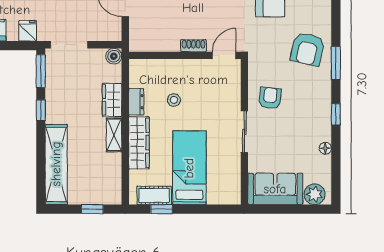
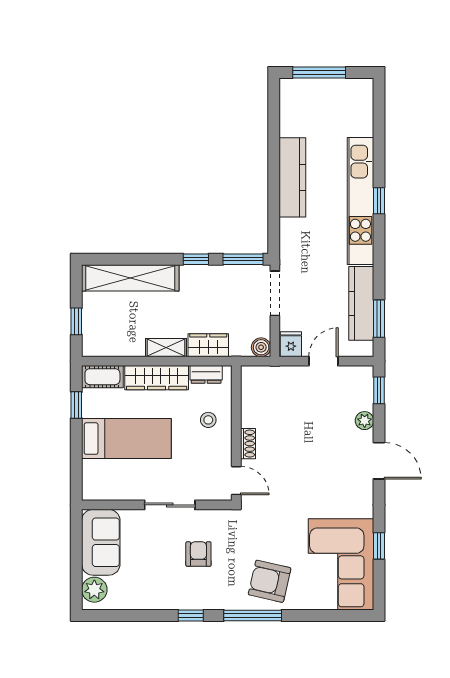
fridge: (28, 31) -> (291, 344), moved, turned -90
shoe rack: (194, 46) -> (248, 444), moved
wall: (185, 55) -> (236, 433), moved
door: (224, 55) -> (236, 481), moved
window: (336, 63) -> (253, 615), width x1.44
armchair: (270, 98) -> (198, 554), moved, turned -96
floor lamp: (325, 148) -> (150, 603), removed
cot: (154, 195) -> (102, 377), moved, turned 90

